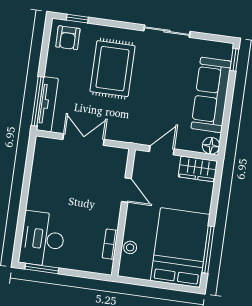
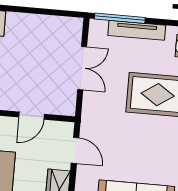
tv unit: (47, 104) -> (137, 30), moved

